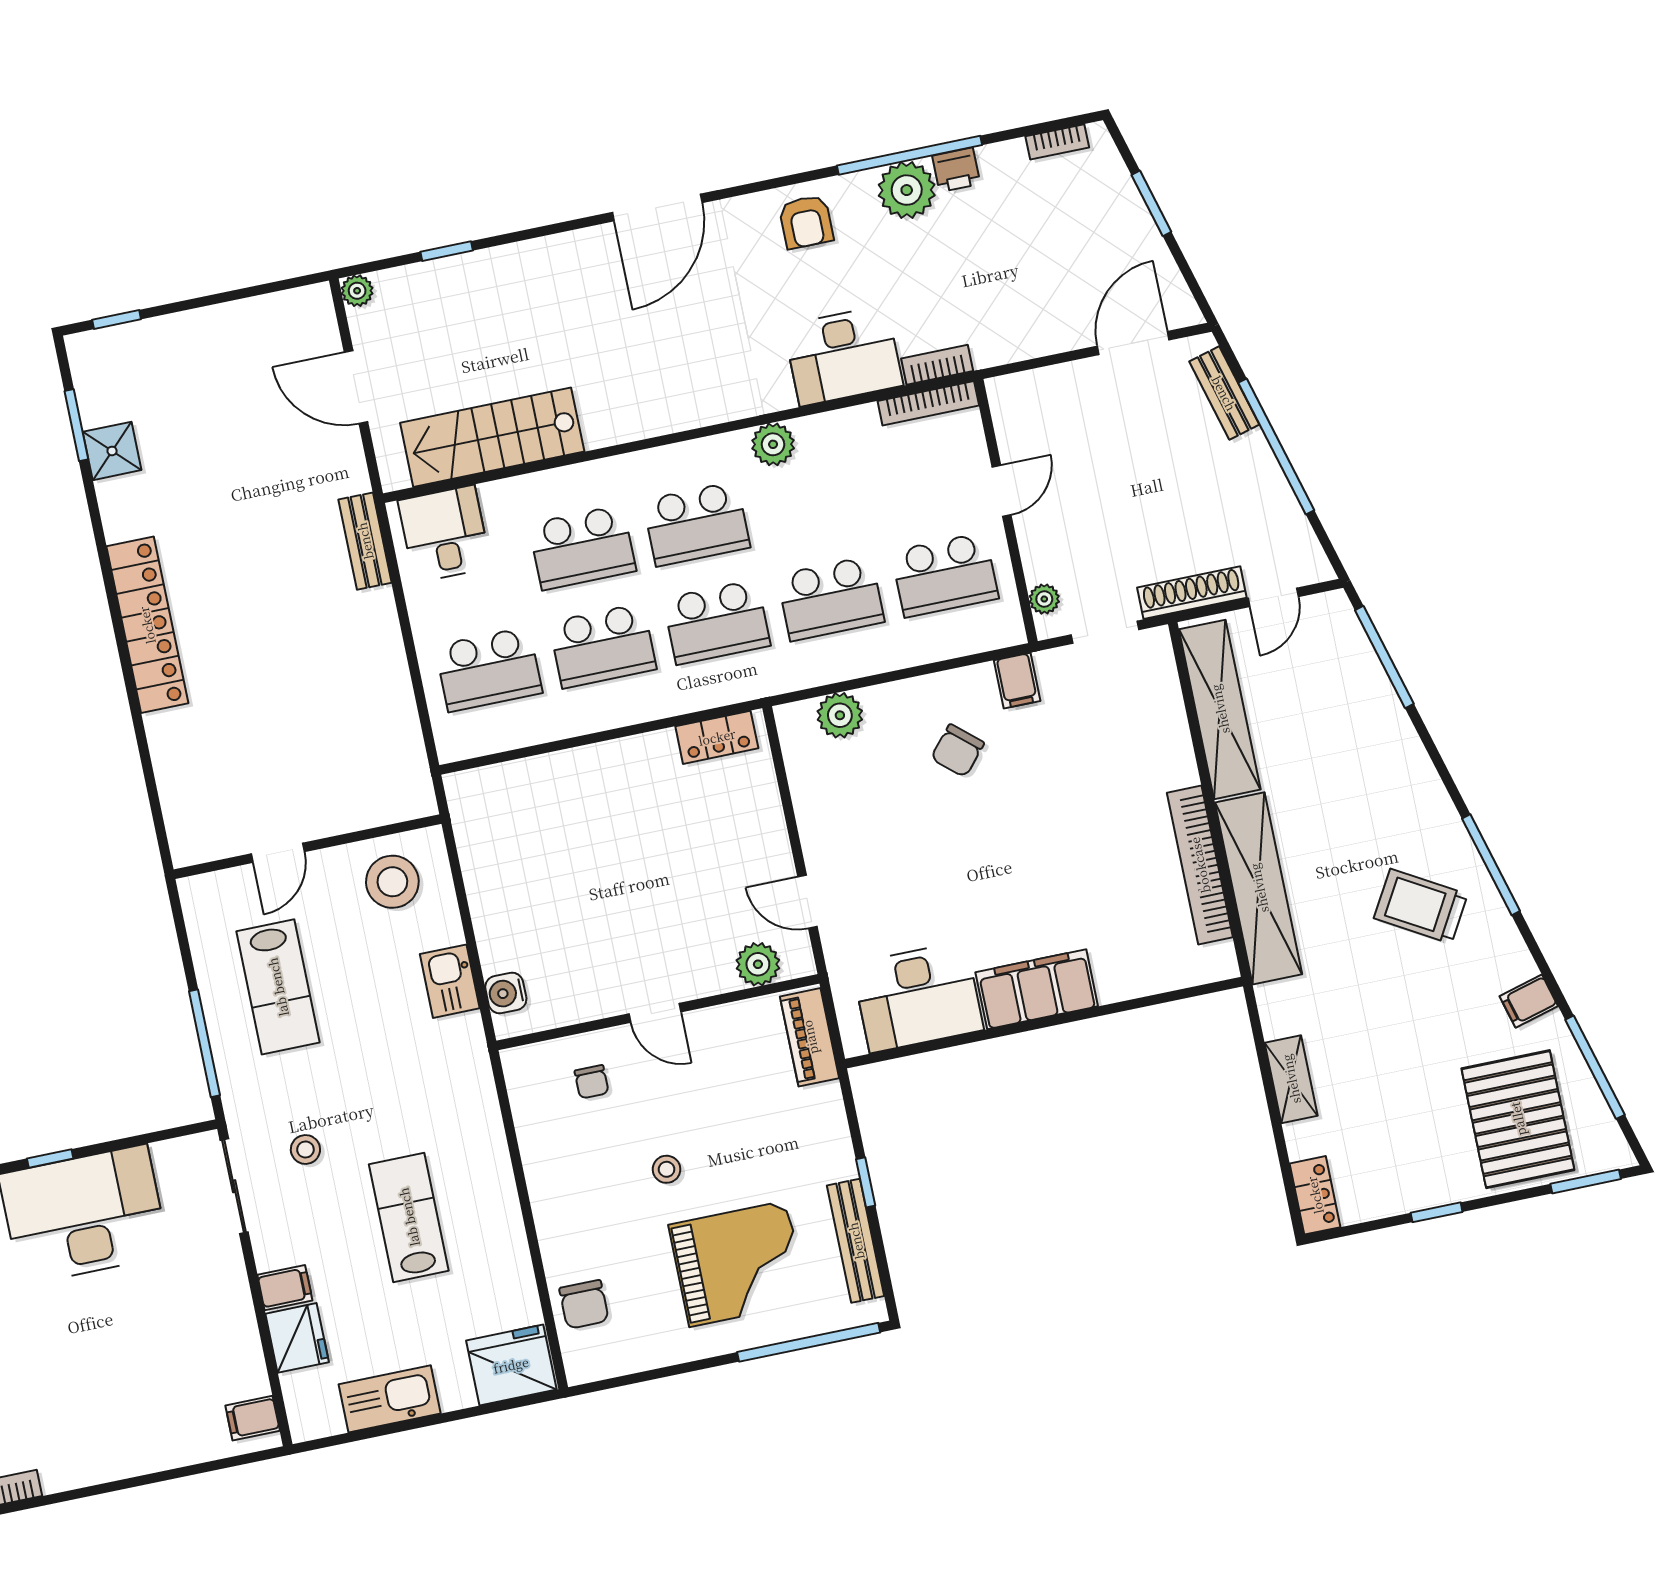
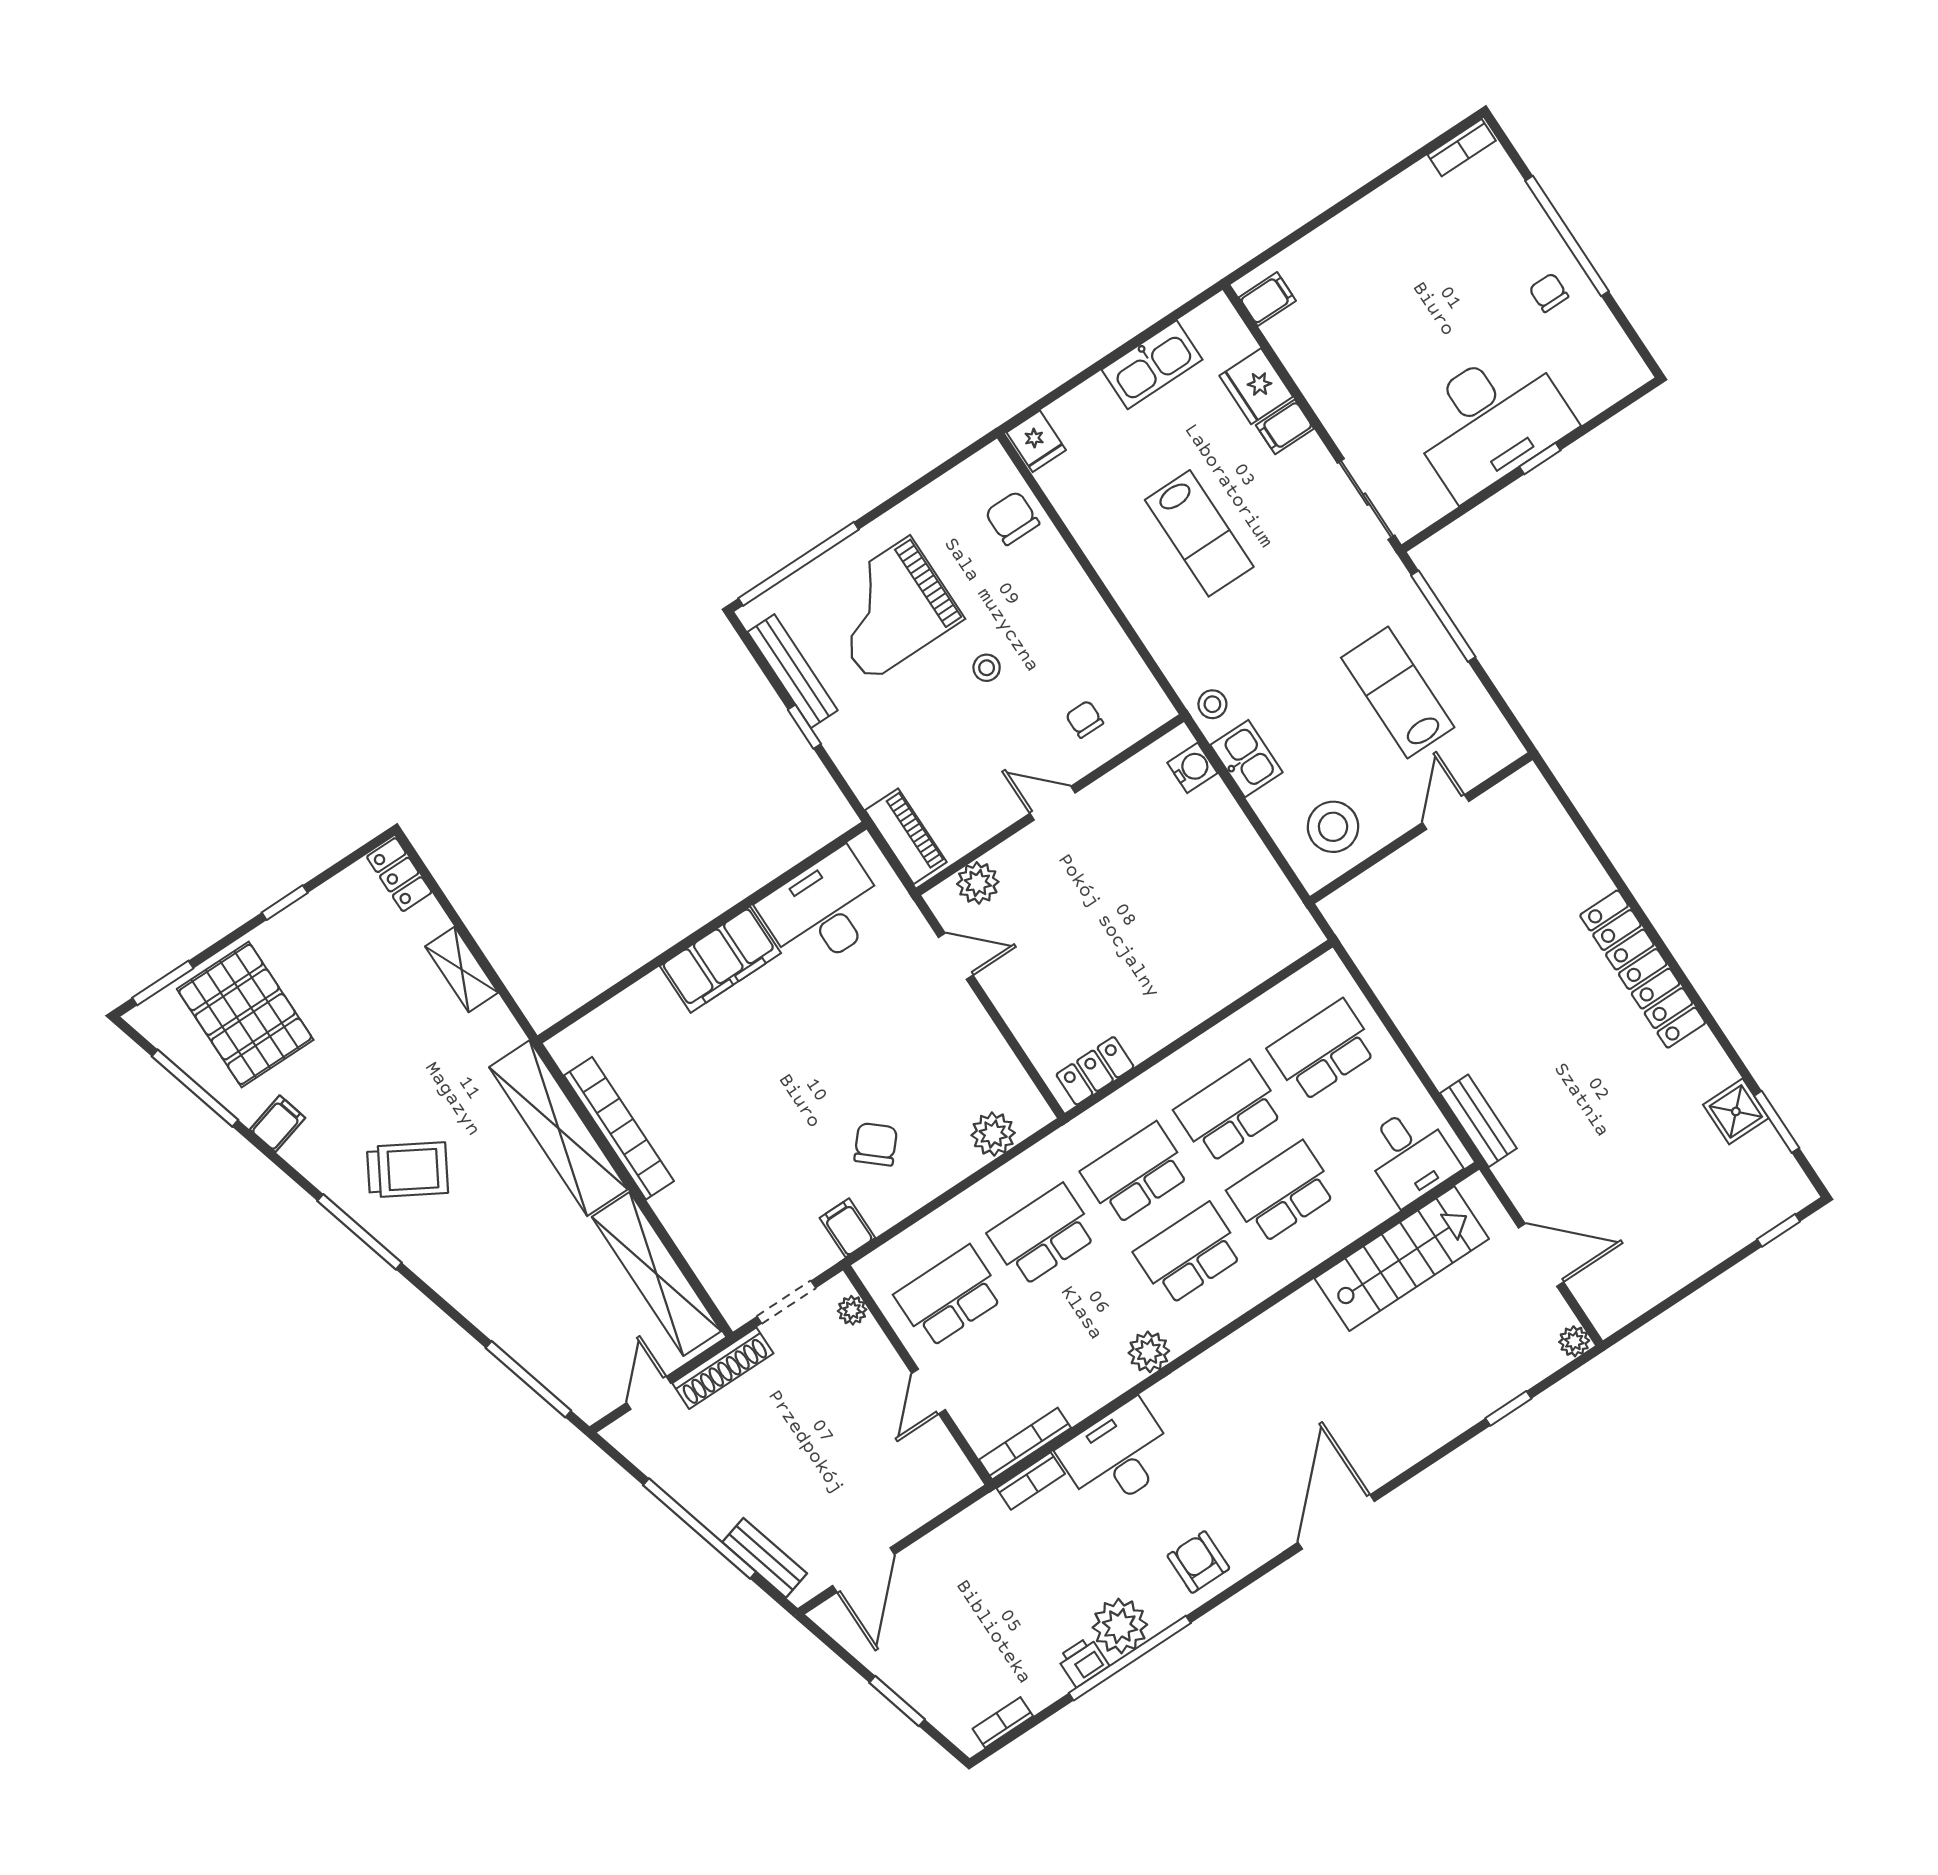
stool: (305, 1149) -> (1212, 704), moved
fridge: (511, 1365) -> (1036, 441), width x0.53, depth x0.75

